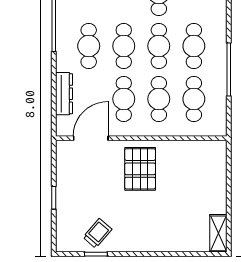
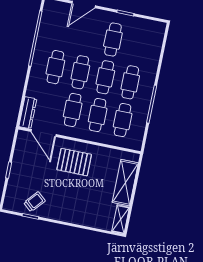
dresser: (64, 94) -> (28, 113), moved
door: (91, 138) -> (43, 133), swing flipped
pallet: (140, 169) -> (74, 162), turned 90
shelving: (215, 183) -> (125, 183), added

